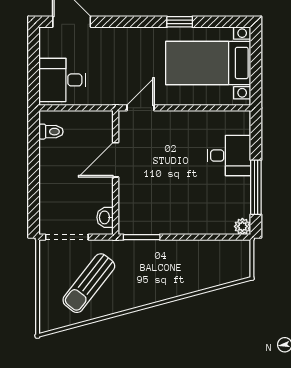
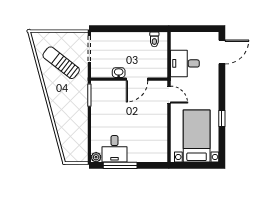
desk: (62, 80) -> (185, 63), moved, turned -90
desk: (229, 156) -> (114, 149), moved
door: (116, 160) -> (137, 79), swing flipped
washbasin: (105, 217) -> (119, 73), moved

